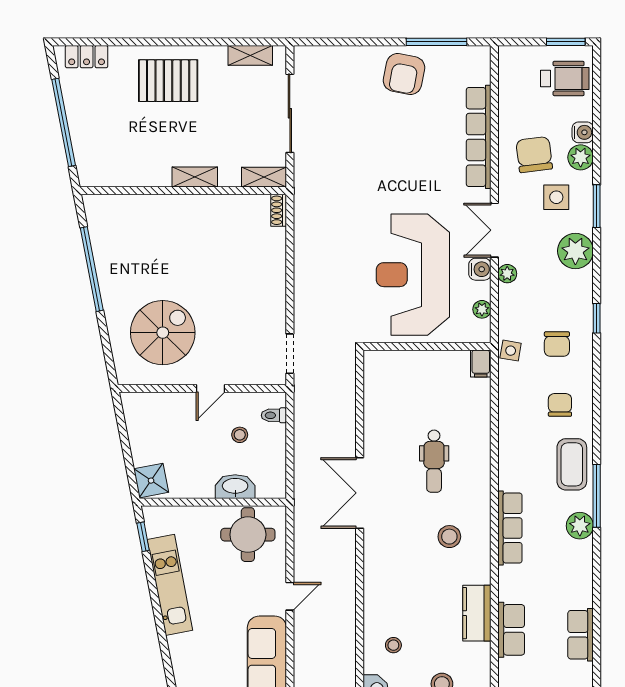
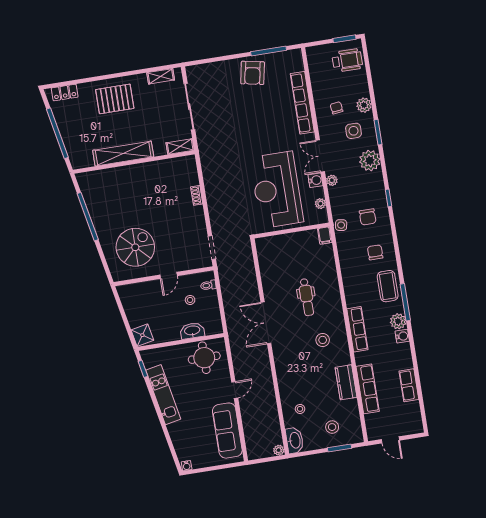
water cooler: (583, 132) -> (402, 336), moved
chair: (534, 155) -> (337, 108), width x0.54, depth x0.54
shelving: (195, 177) -> (123, 154), width x2.20, depth x1.33
shoe rack: (279, 210) -> (197, 195), moved
row of seats: (511, 630) -> (368, 389), width x1.48

